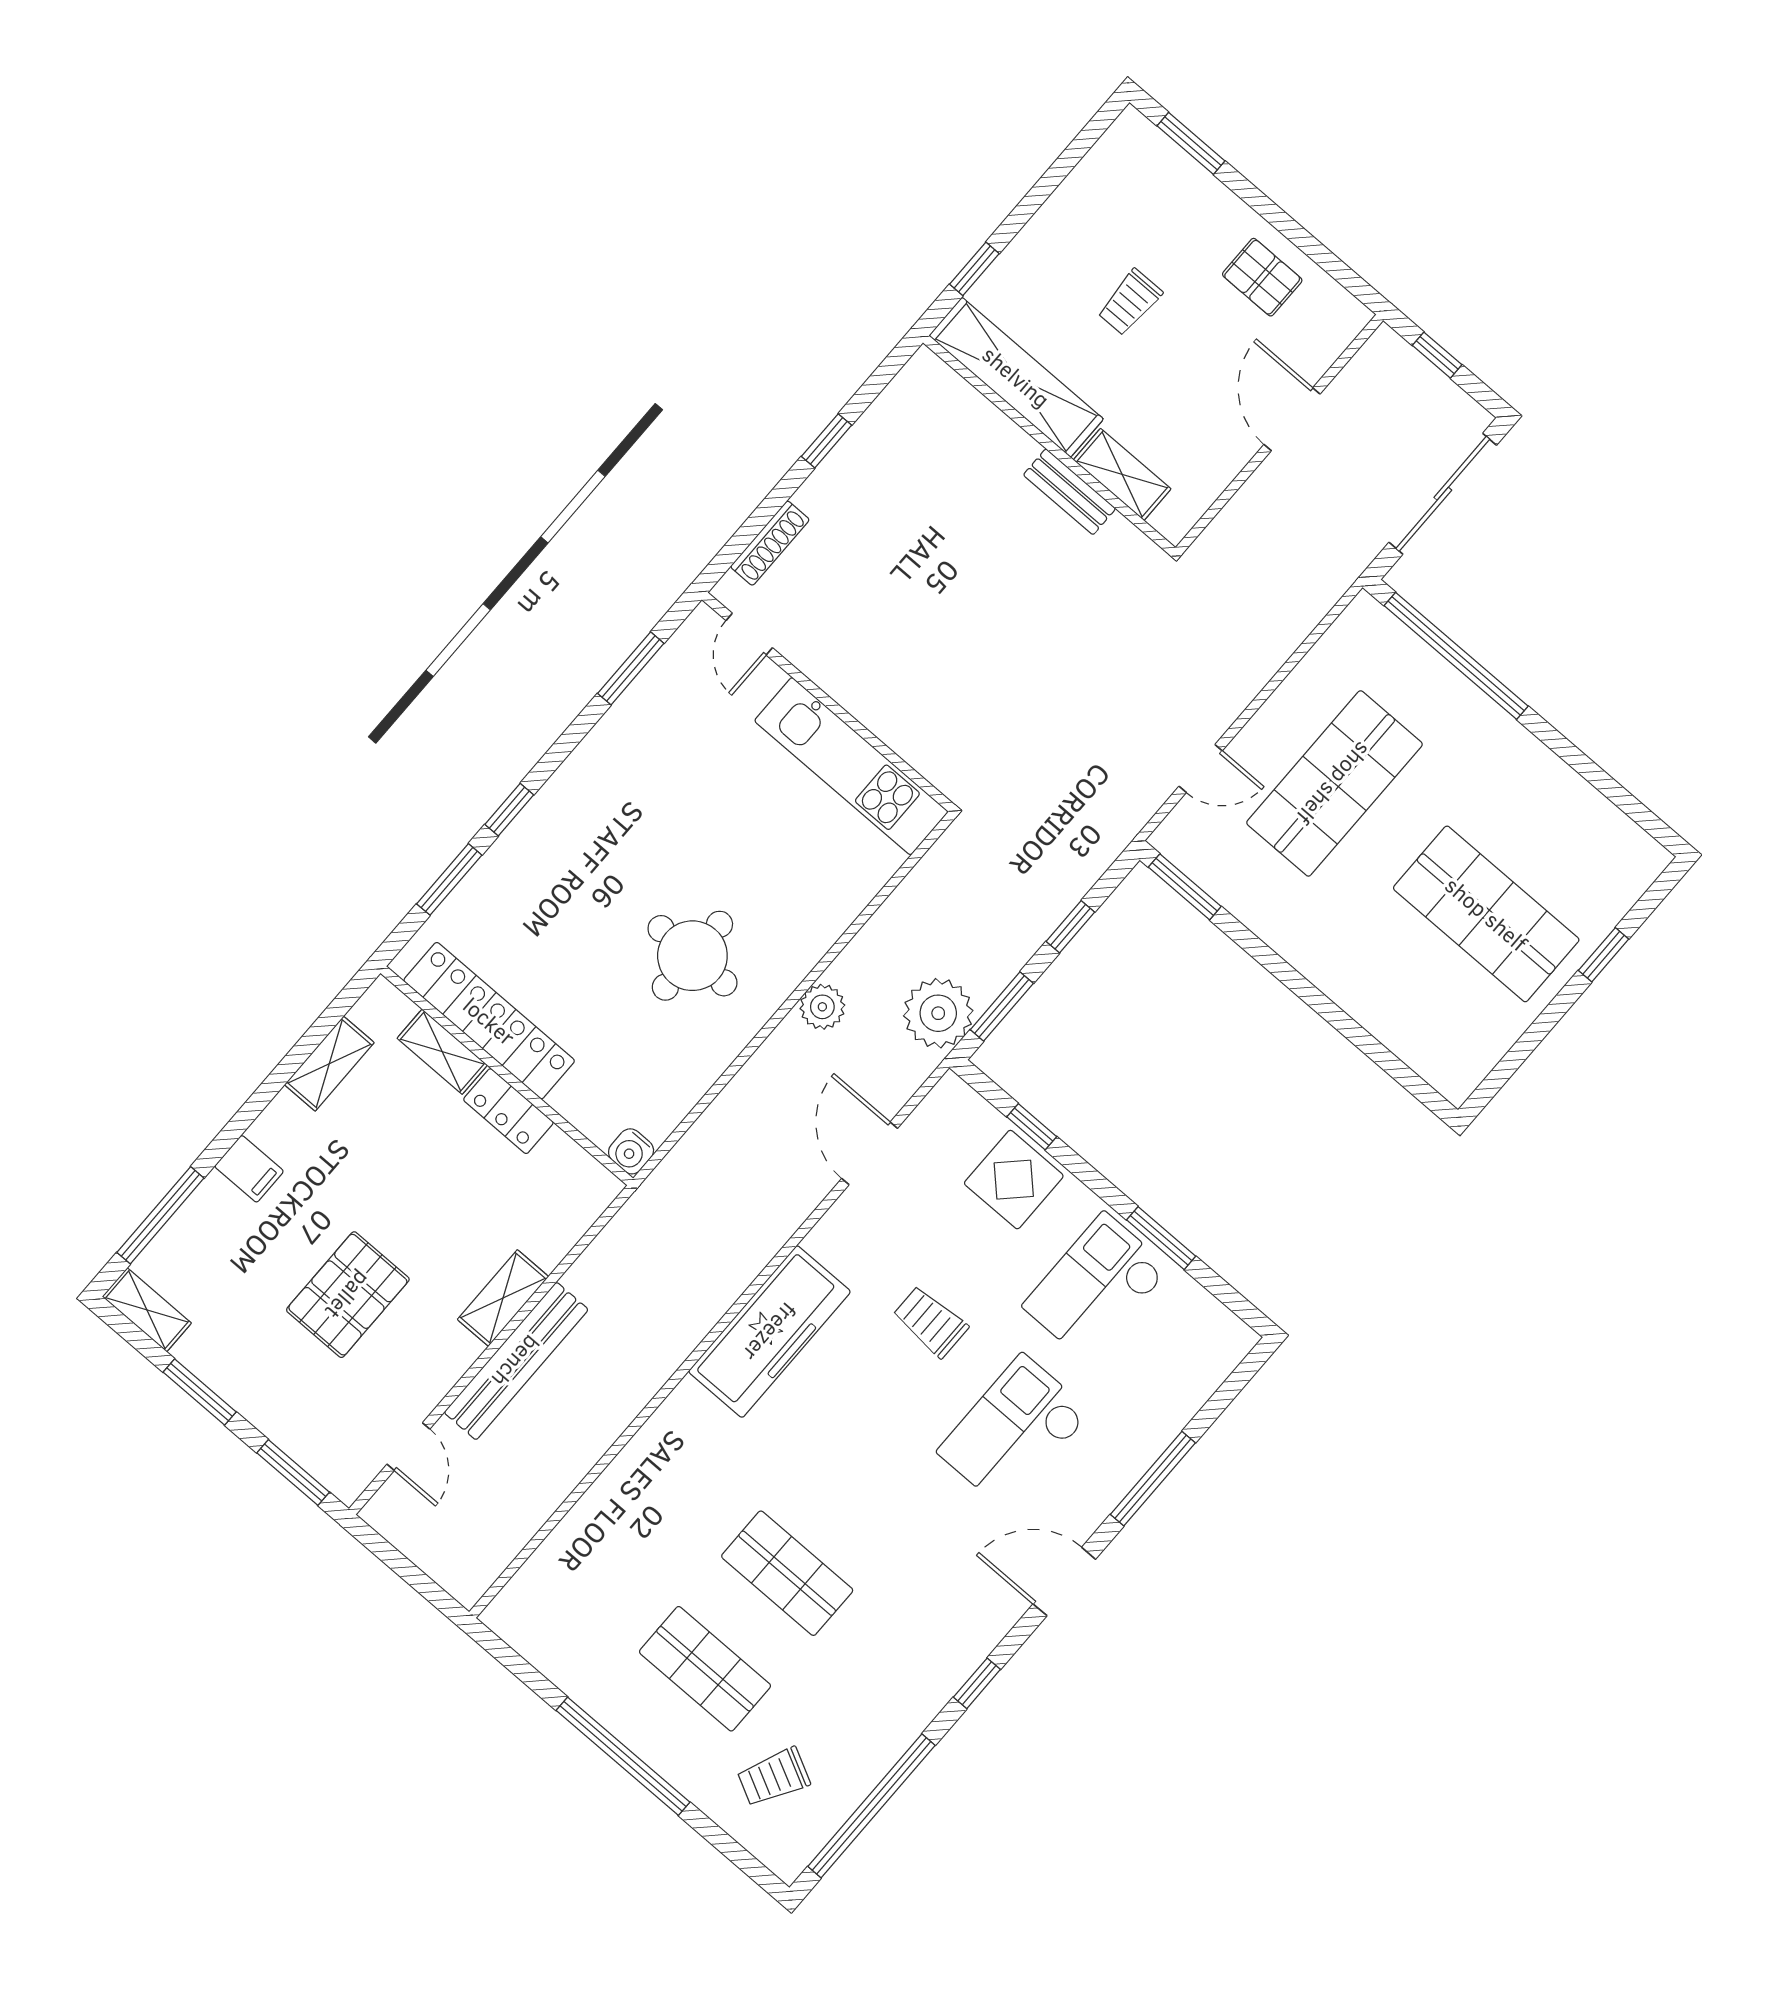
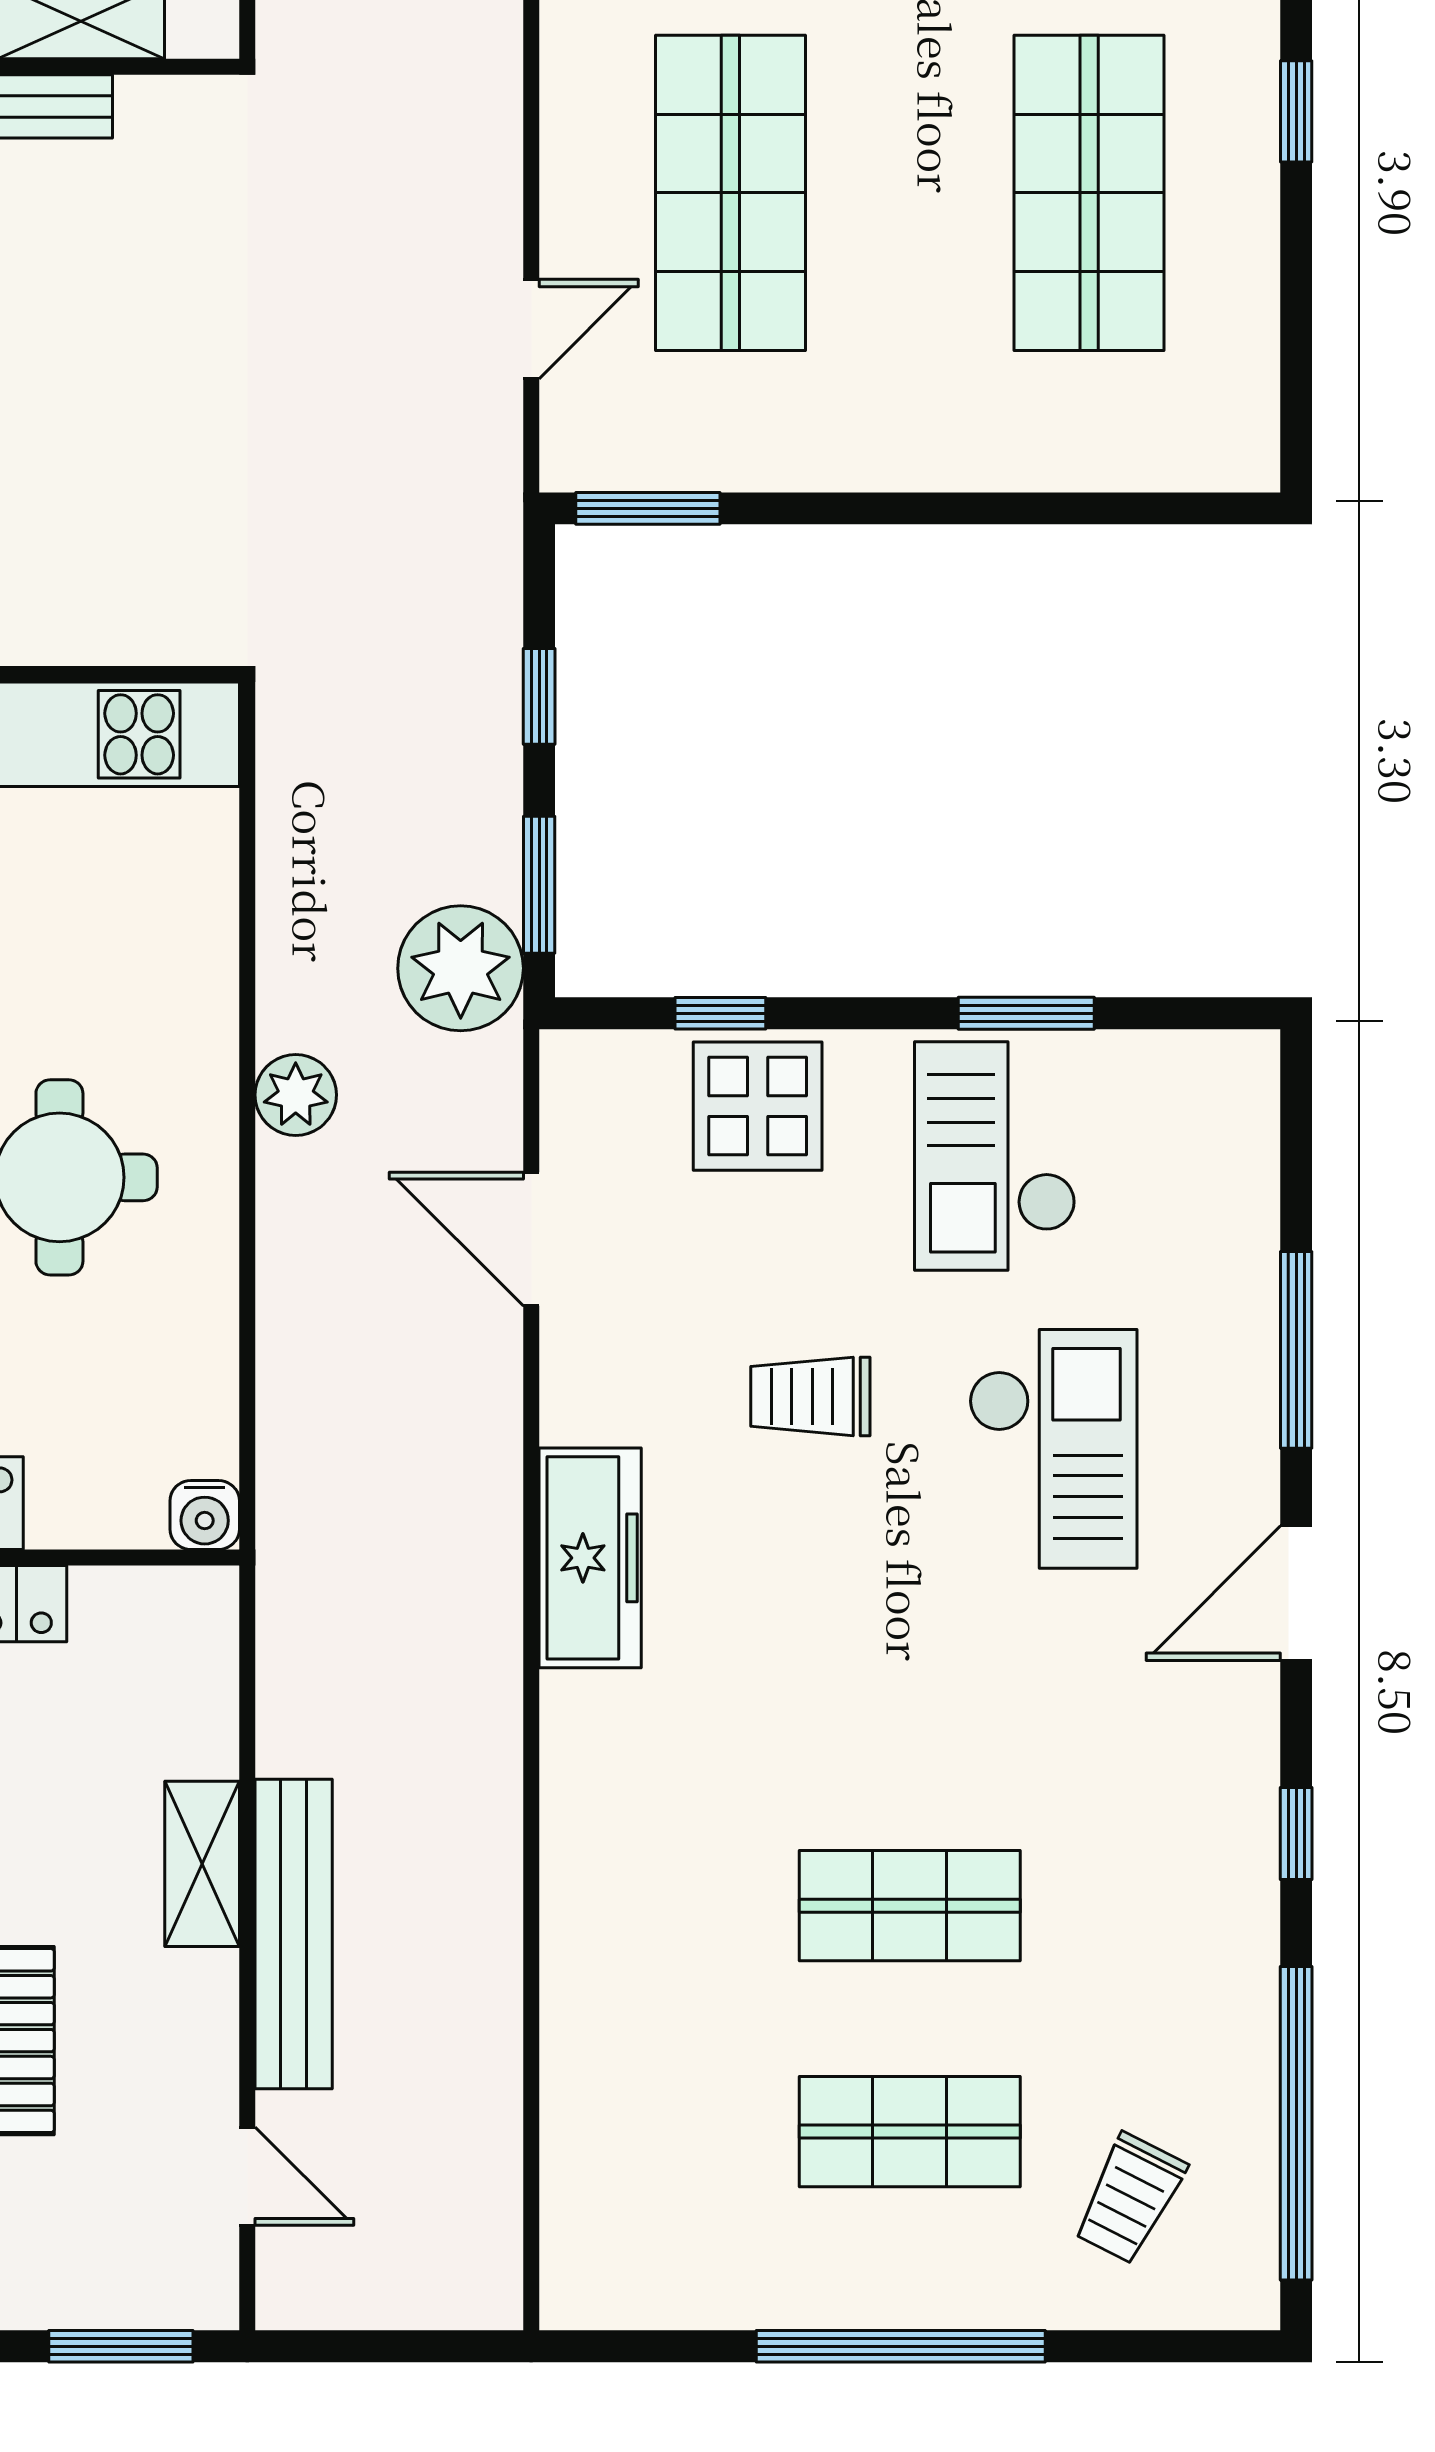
shop shelf: (1486, 914) -> (1089, 193), turned 90
freezer: (770, 1332) -> (590, 1558), width x0.73, depth x0.79
checkout: (1014, 1432) -> (1053, 1449), turned 180

